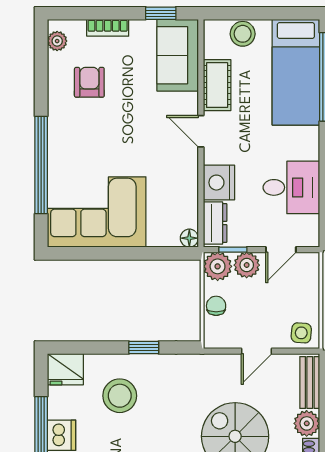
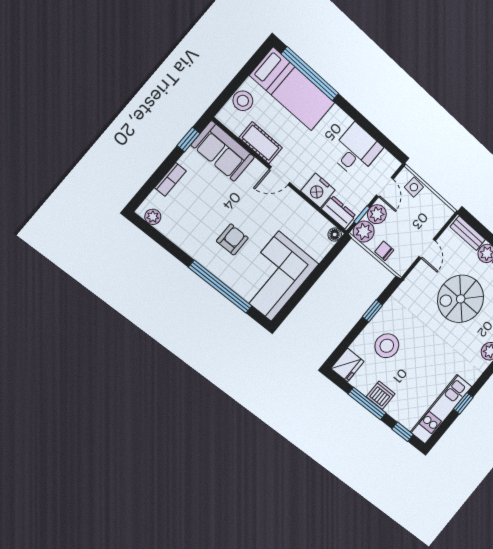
armchair: (89, 82) -> (232, 239), moved, turned 90
side table: (301, 333) -> (414, 187), moved

